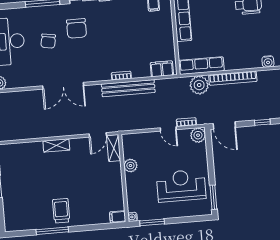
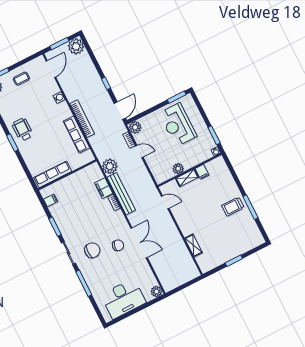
chair: (48, 41) -> (118, 245), moved
row of seats: (201, 66) -> (76, 135), moved
filing cabinet: (162, 69) -> (104, 188), moved
plant: (199, 85) -> (110, 166), moved
door: (168, 129) -> (139, 151), hinge flipped
shelving: (56, 145) -> (193, 245), moved
shelving: (114, 148) -> (187, 178), moved
filing cabinet: (118, 217) -> (202, 172), moved

